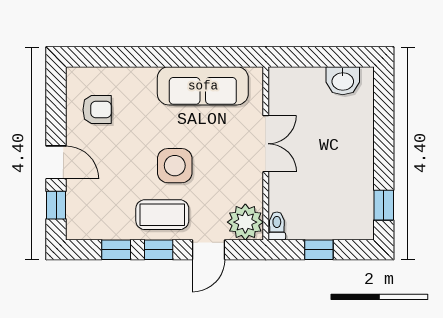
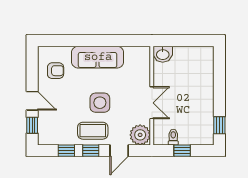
washbasin: (343, 81) -> (163, 54), moved
sofa: (203, 86) -> (98, 57), moved
double door: (266, 144) -> (152, 103), moved
toilet: (277, 226) -> (173, 137), moved

